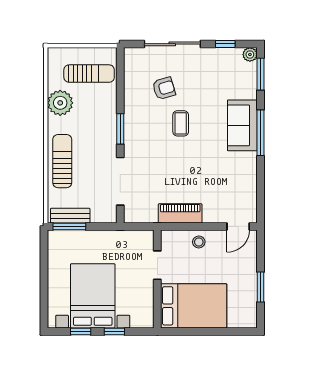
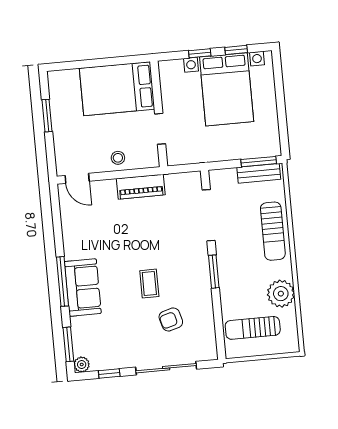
door: (238, 227) -> (77, 178), swing flipped

